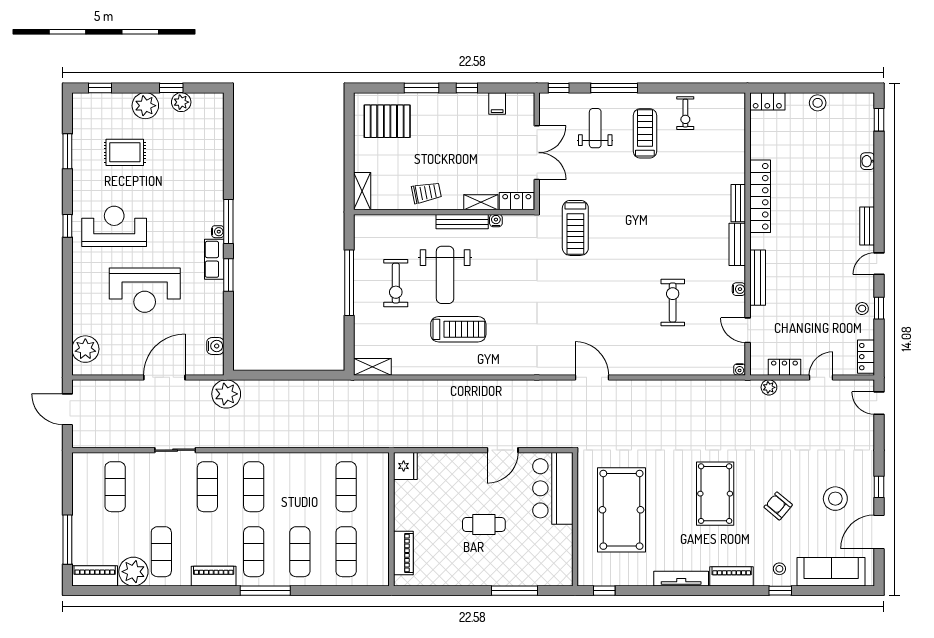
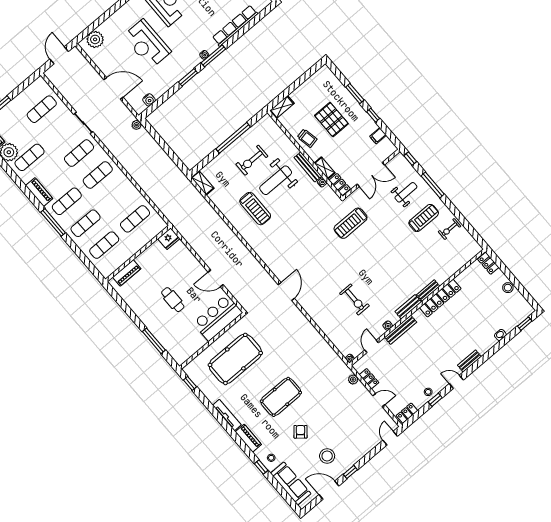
pallet: (387, 121) -> (331, 120), moved
row of seats: (214, 259) -> (235, 26), moved, width x2.02
exercise bike: (673, 302) -> (354, 299), turned 90
plant: (226, 394) -> (137, 125), width x0.53, depth x0.53

